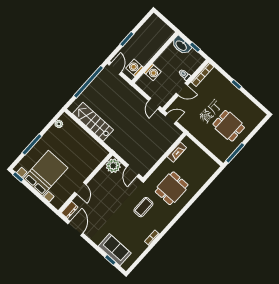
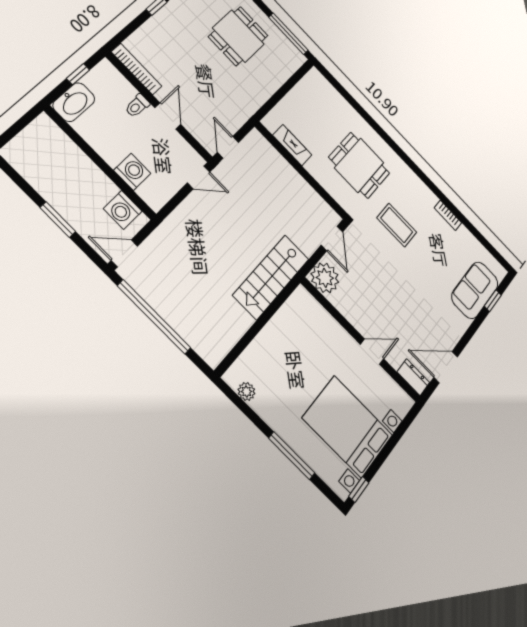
stairs: (93, 122) -> (271, 277), moved
door: (133, 171) -> (332, 239), hinge flipped

